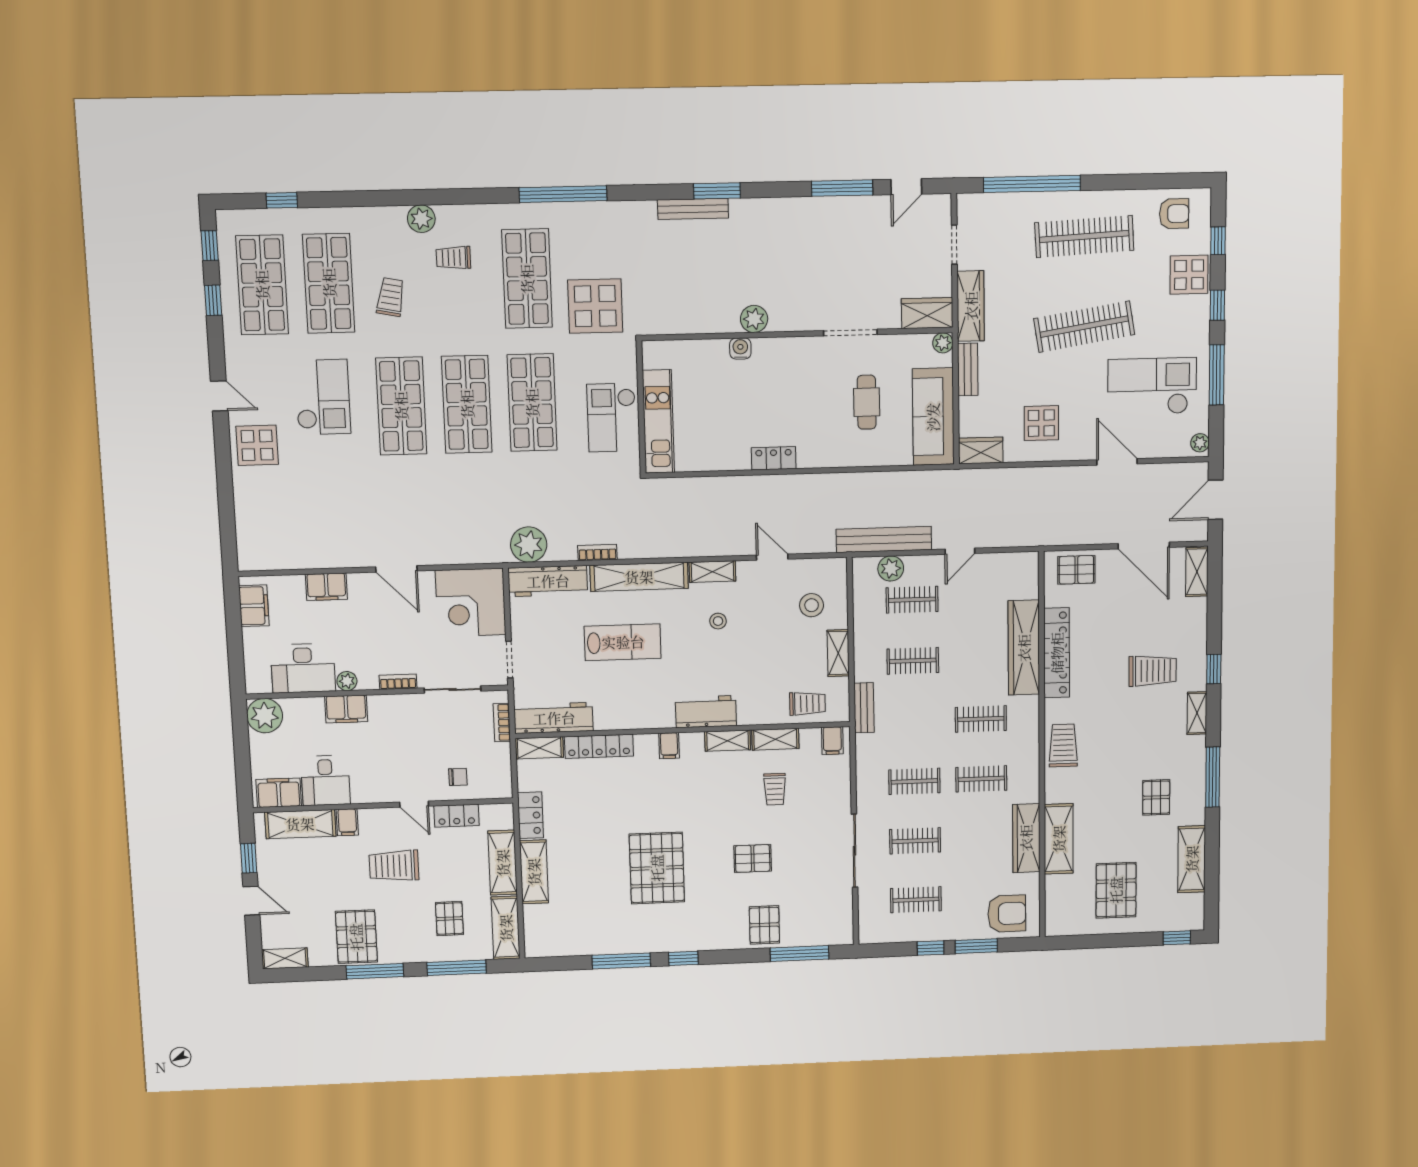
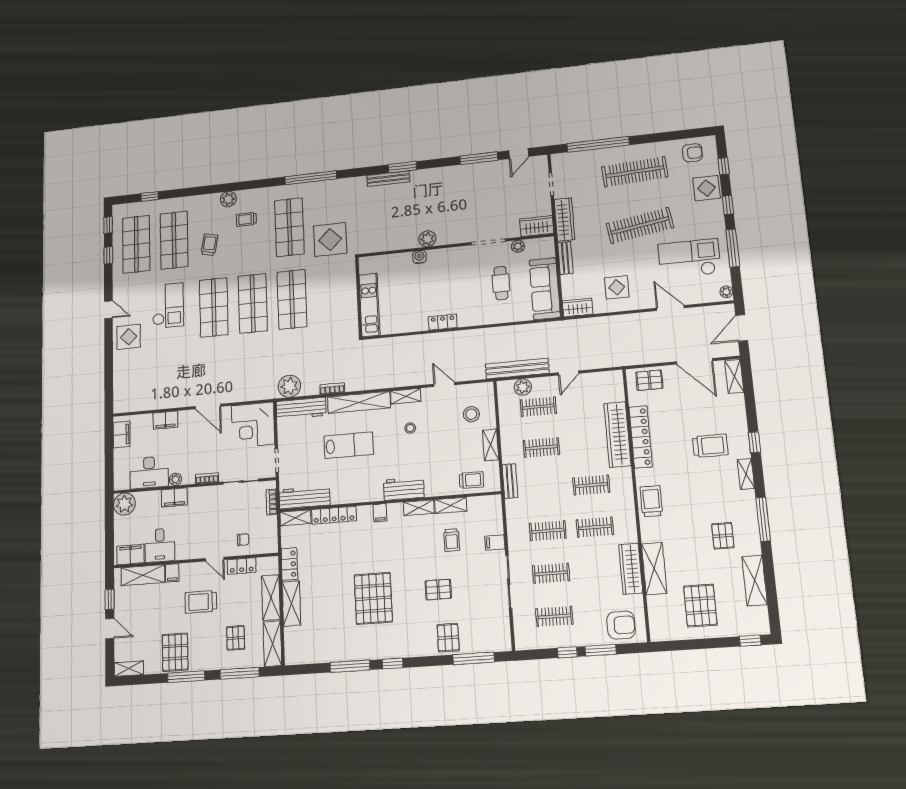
plant: (943, 343) -> (518, 246), moved
checkout: (612, 418) -> (341, 305), removed
filing cabinet: (832, 741) -> (495, 543), moved, turned 90

